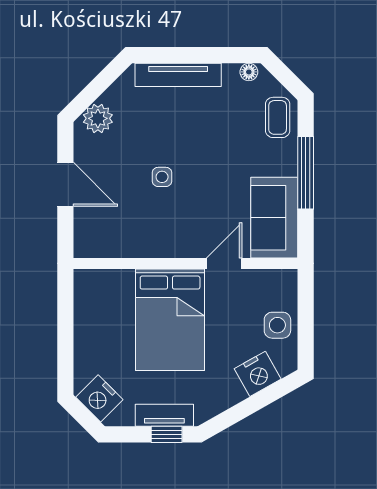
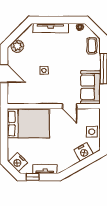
door: (224, 263) -> (70, 106), swing flipped
bed: (170, 320) -> (28, 124), moved, turned -90
window: (167, 434) -> (33, 177), moved

